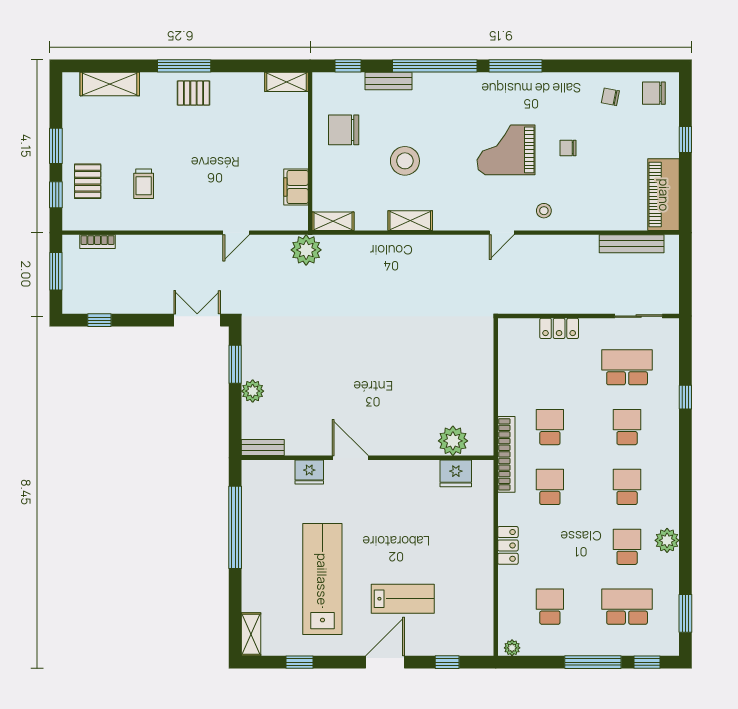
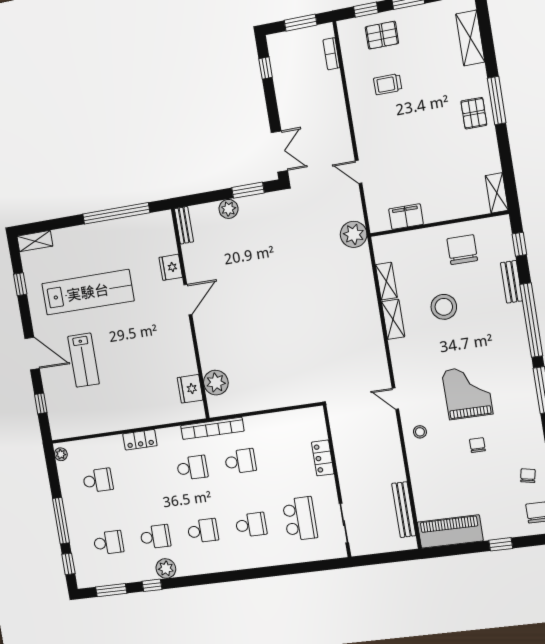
shelving: (333, 221) -> (386, 281), moved
window: (685, 397) -> (152, 585), moved
school desk: (627, 607) -> (108, 543), width x0.54

